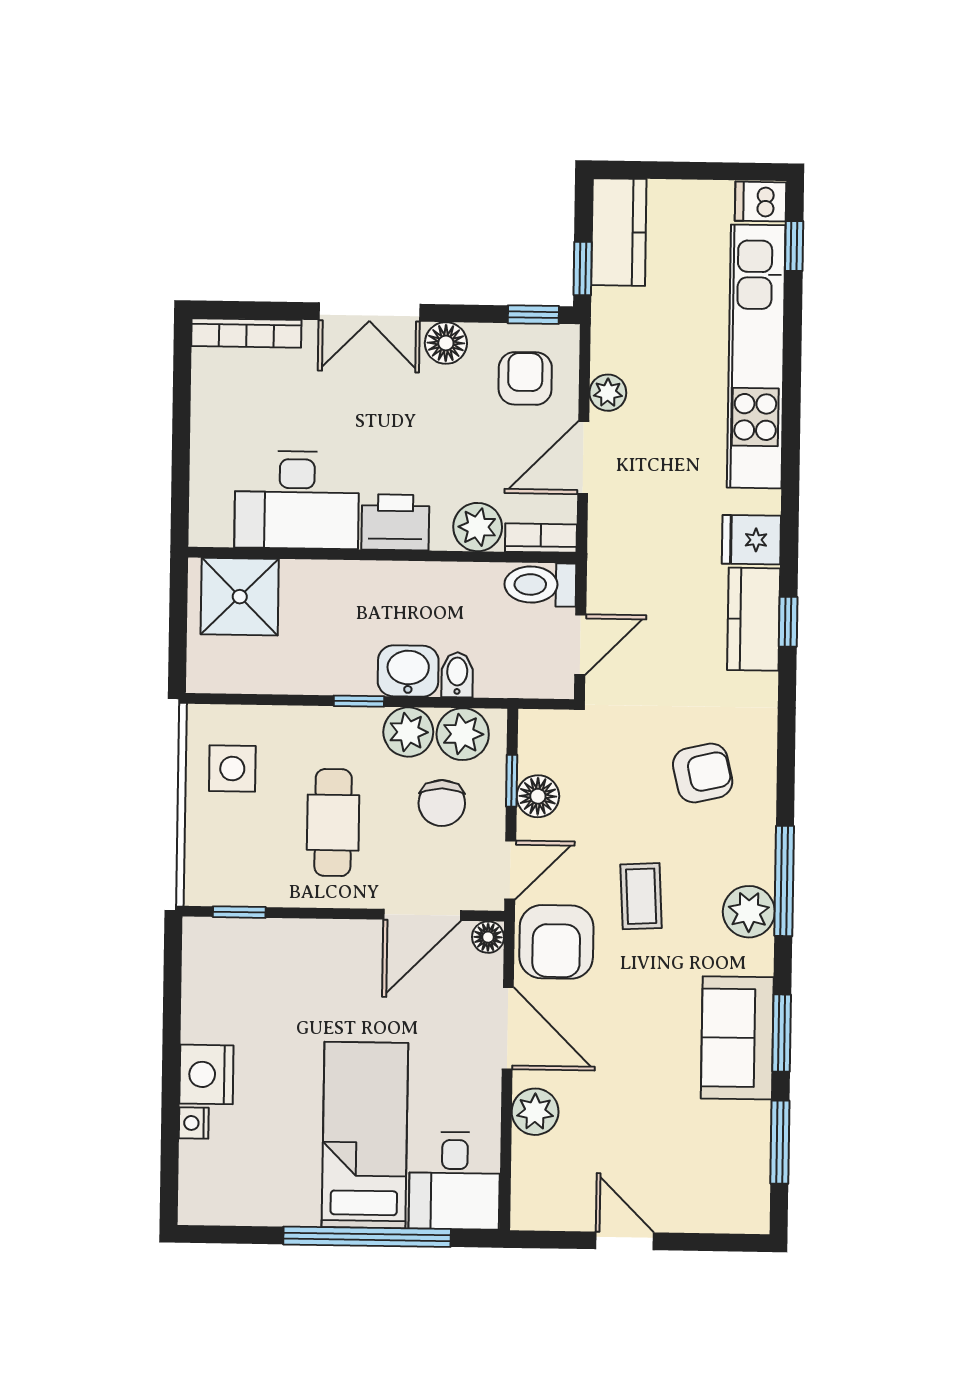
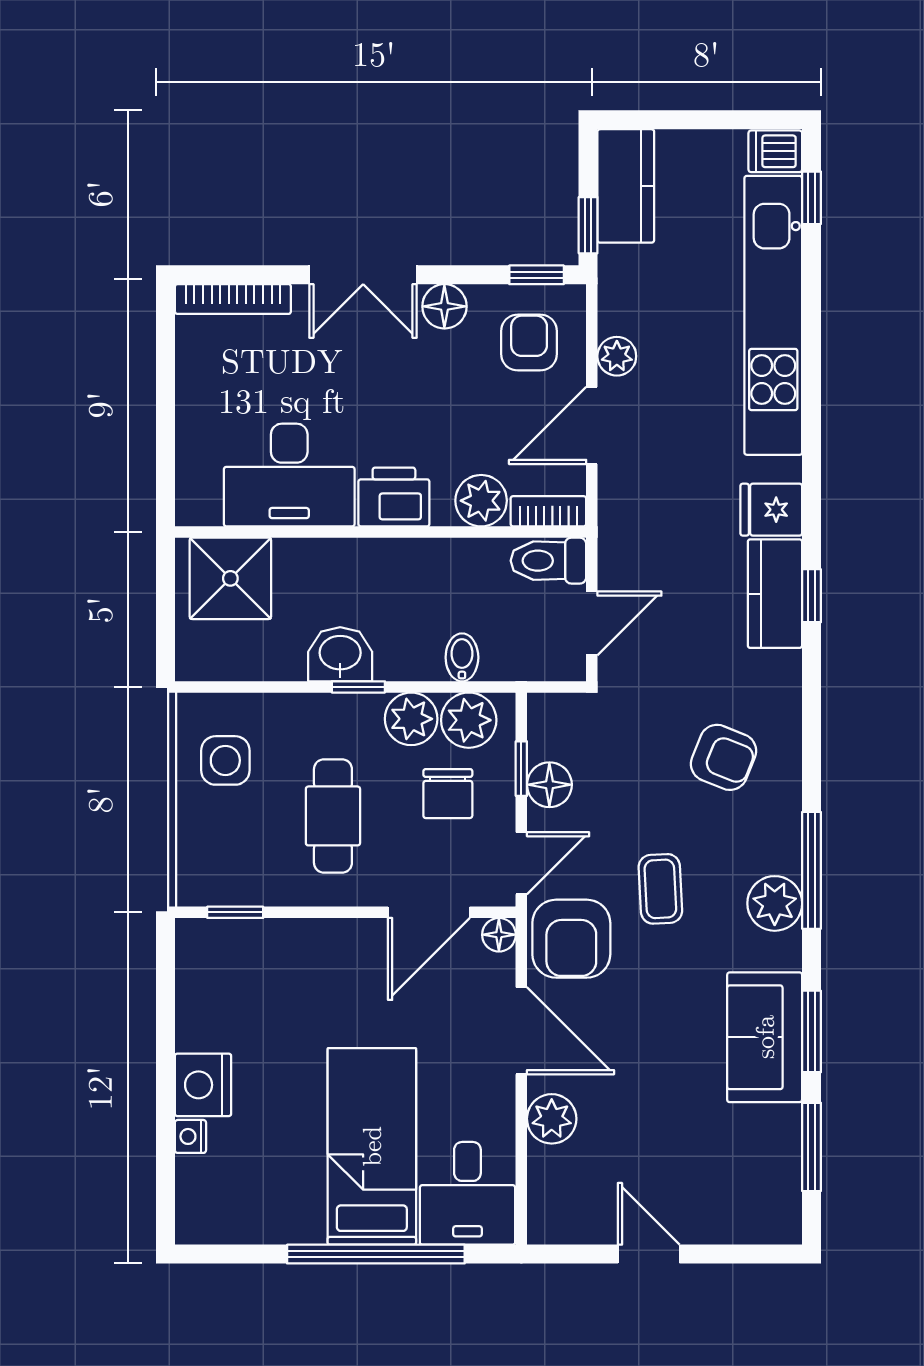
washbasin: (408, 671) -> (340, 654), moved
armchair: (703, 773) -> (723, 757), turned 35

